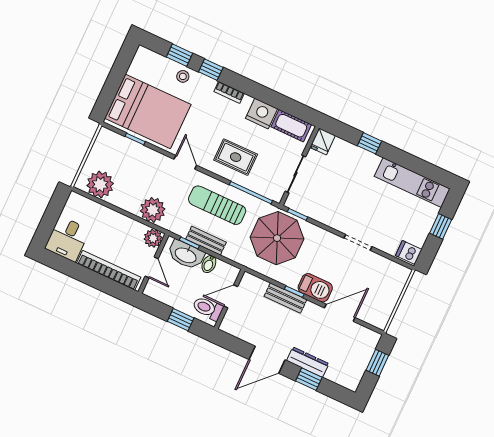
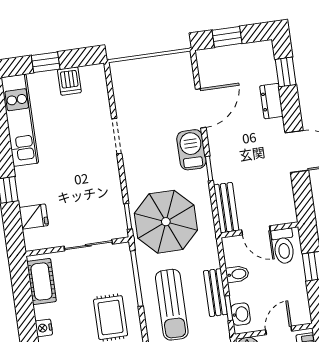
nightstand: (261, 114) -> (44, 328), width x0.53, depth x0.56
fridge: (323, 141) -> (34, 216), moved
dishwasher: (409, 252) -> (69, 81), moved
washbasin: (186, 255) -> (241, 314), width x0.52, depth x0.69
bench: (285, 298) -> (226, 208), moved
door: (340, 313) -> (201, 108), swing flipped
dresser: (308, 362) -> (271, 101), width x0.70
window: (309, 379) -> (286, 72), moved

